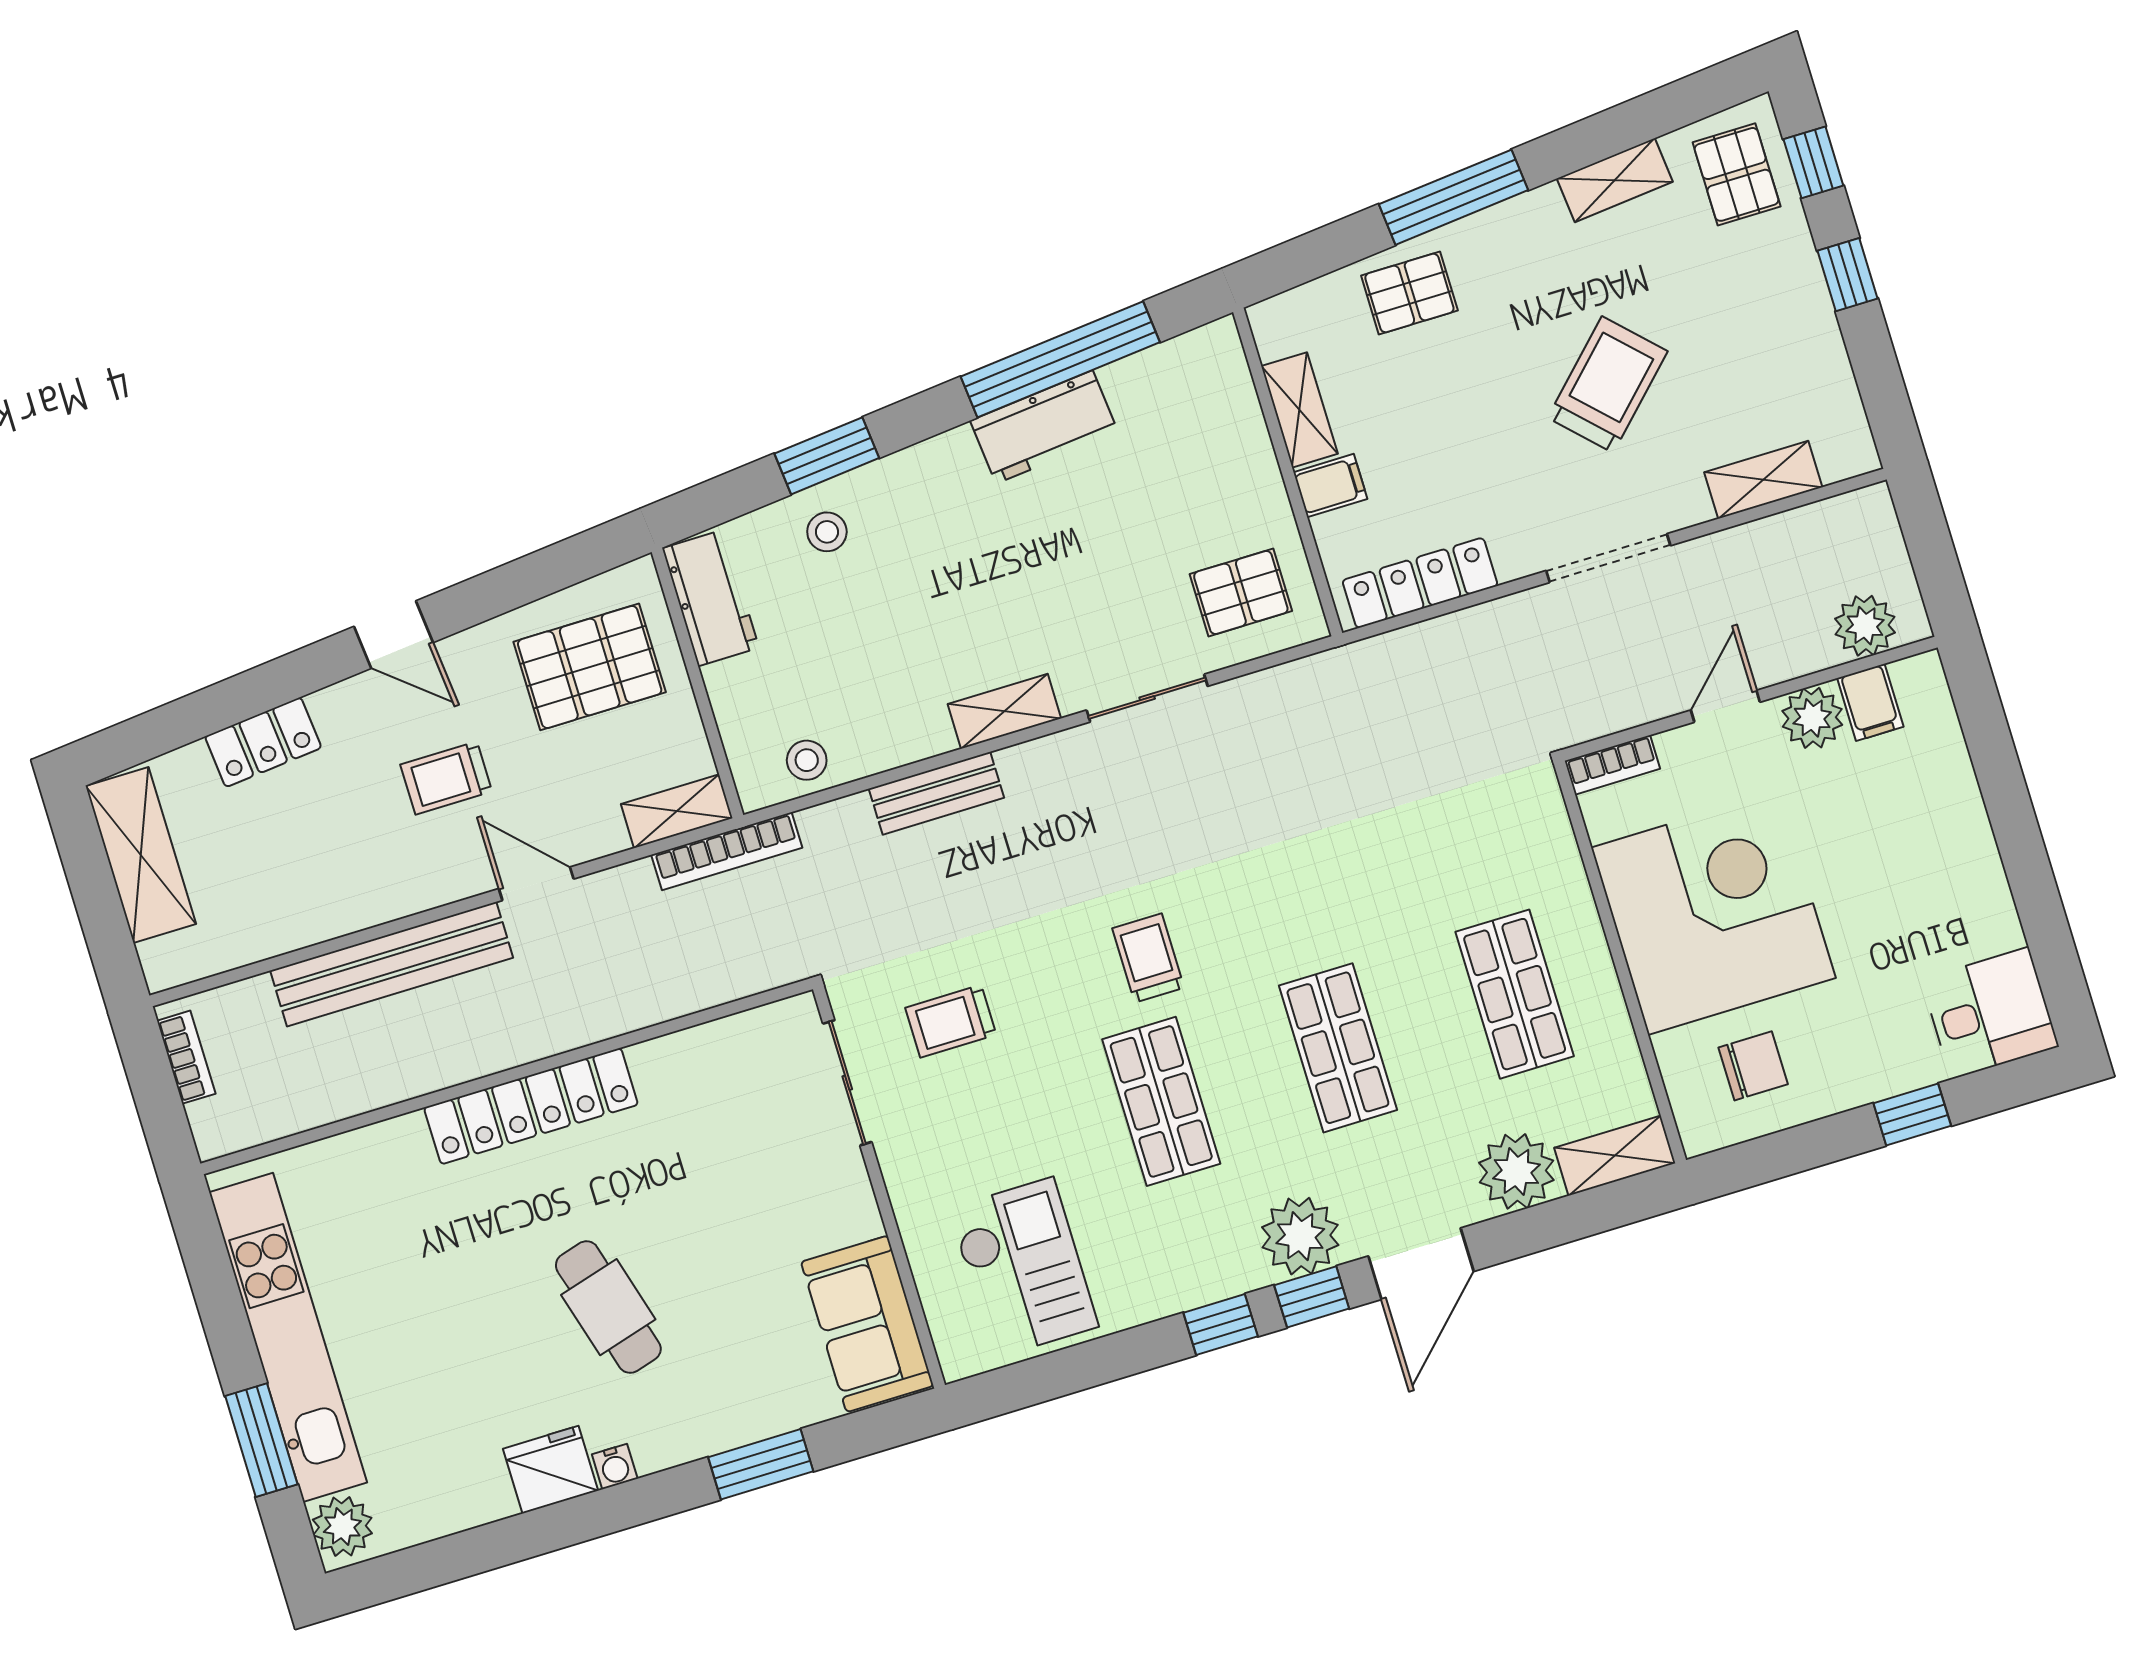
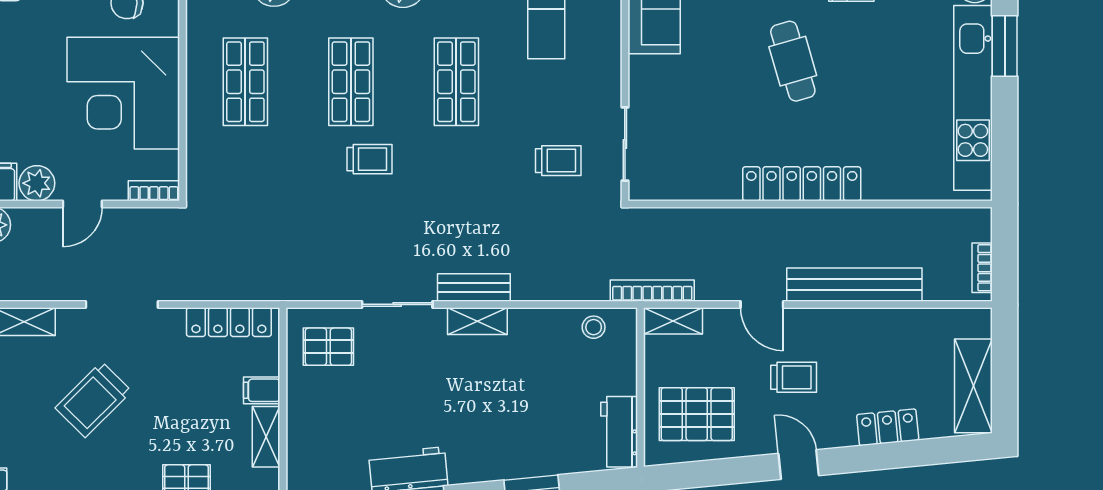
stool: (827, 532) -> (545, 449), removed
bench: (936, 793) -> (474, 288), moved
trolley: (1148, 958) -> (369, 159), moved, turned -90

